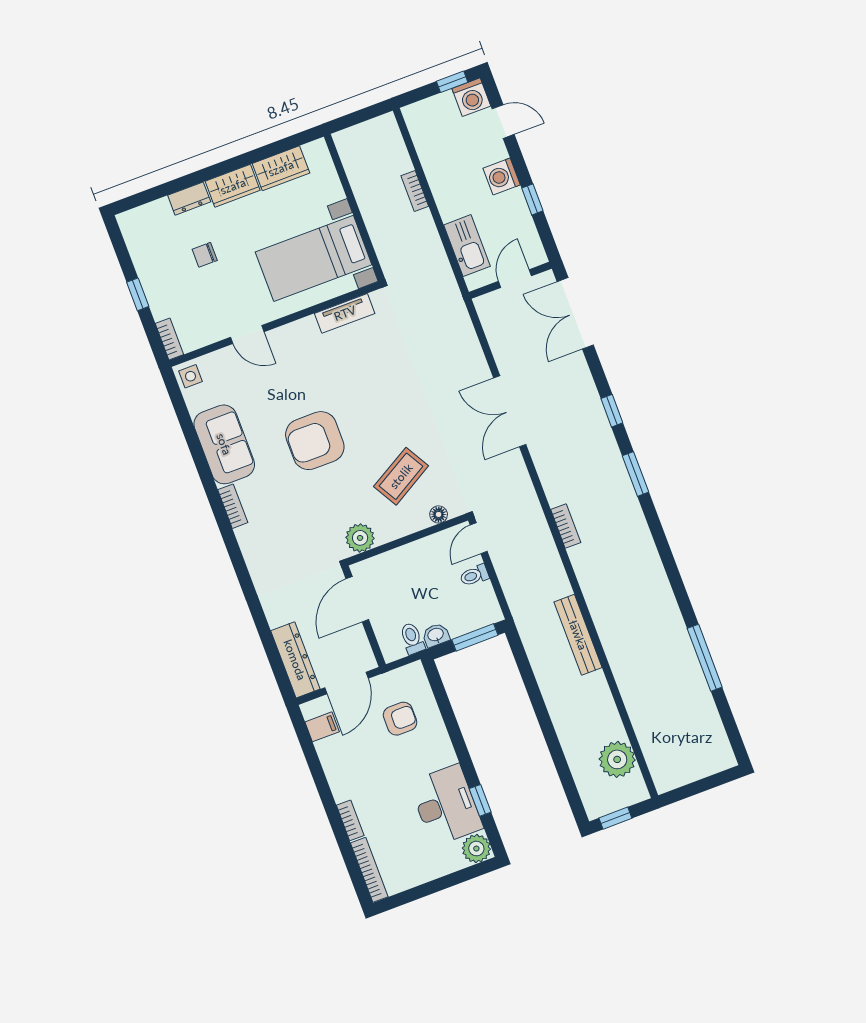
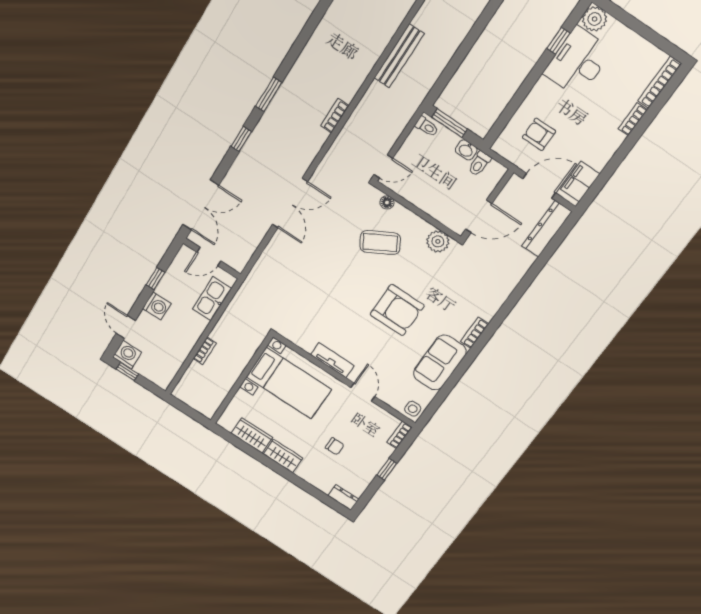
dresser: (189, 199) -> (343, 497), moved
tv unit: (345, 313) -> (332, 360), moved
toilet: (474, 575) -> (427, 127), moved
filing cabinet: (322, 727) -> (580, 182), width x2.00

